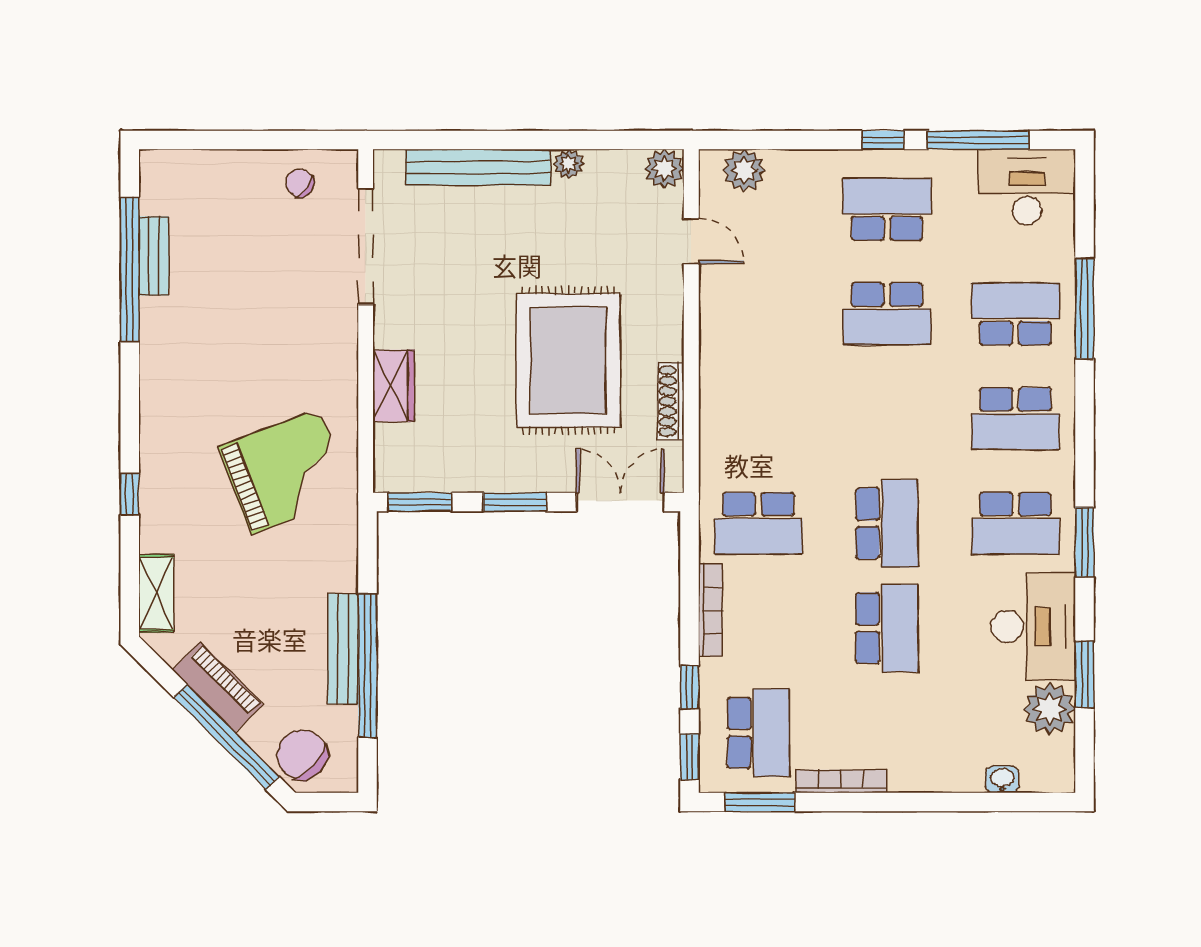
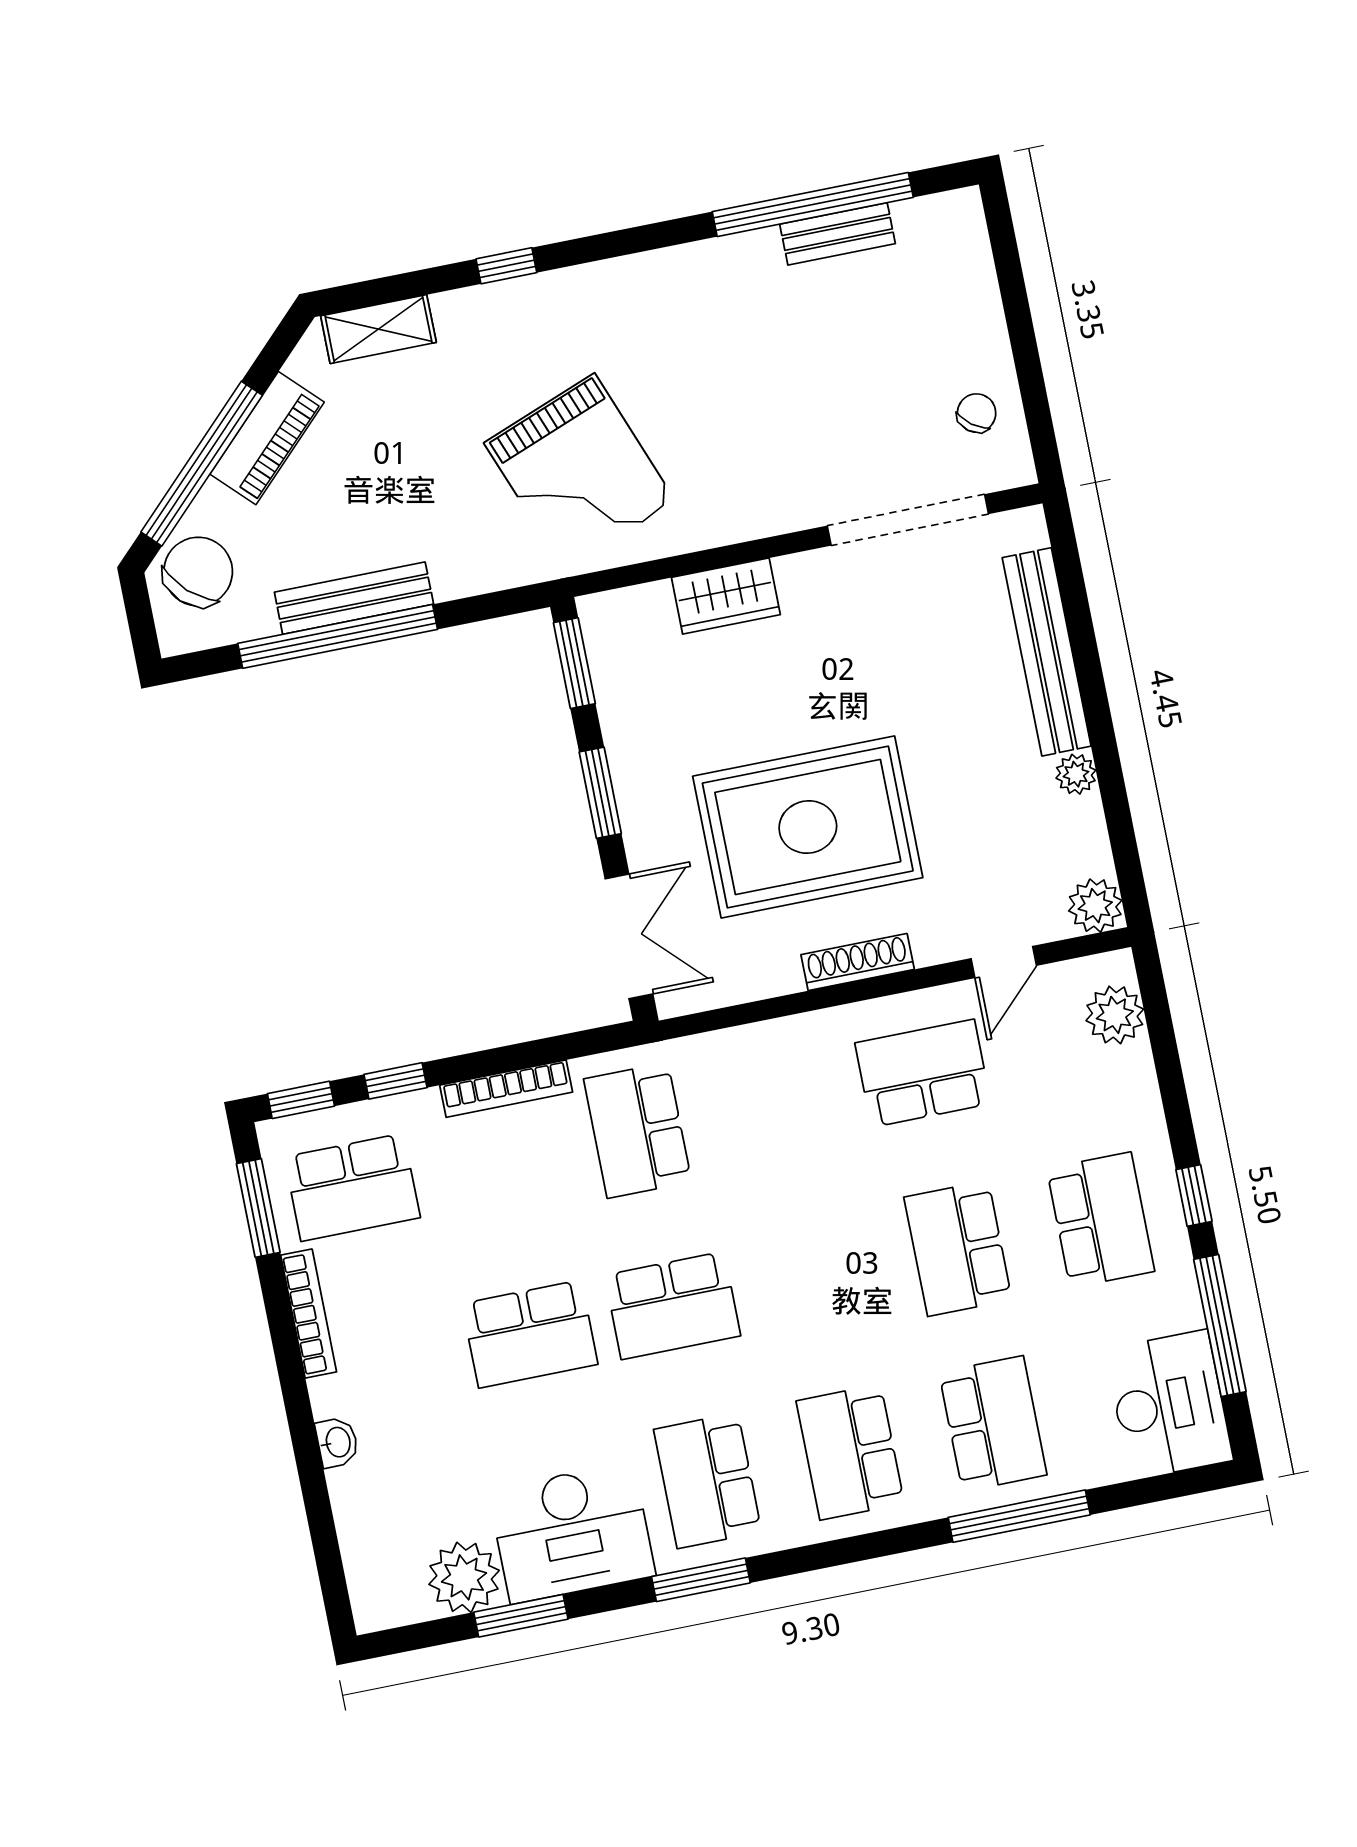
school desk: (758, 314) -> (923, 1073), added
shoe rack: (671, 401) -> (858, 962), moved
washbasin: (1002, 779) -> (337, 1442), moved

